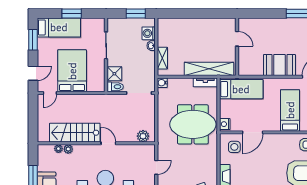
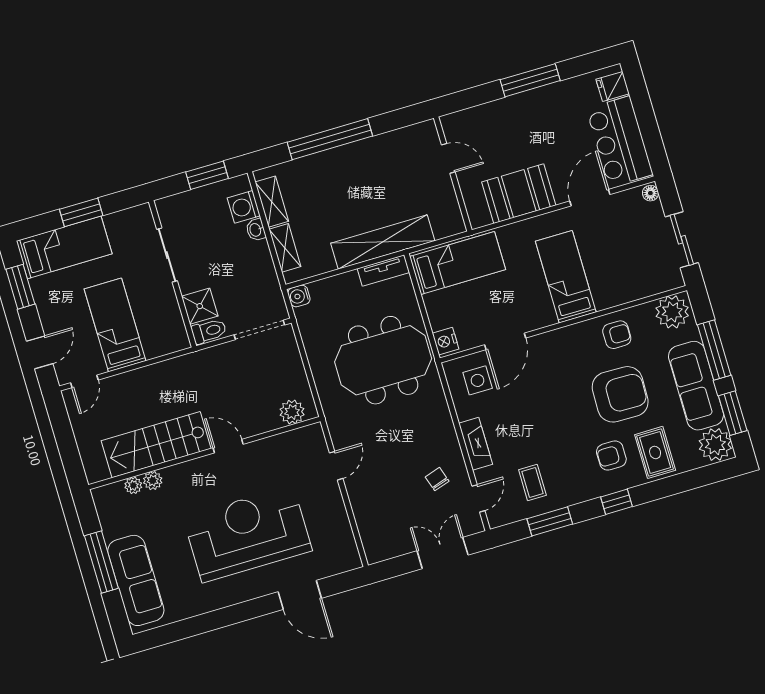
window: (198, 13) -> (330, 139), added
shelving: (163, 35) -> (272, 202), added
door: (237, 39) -> (448, 158), moved
wall: (237, 47) -> (453, 174), moved
bed: (72, 71) -> (115, 325), width x0.67

